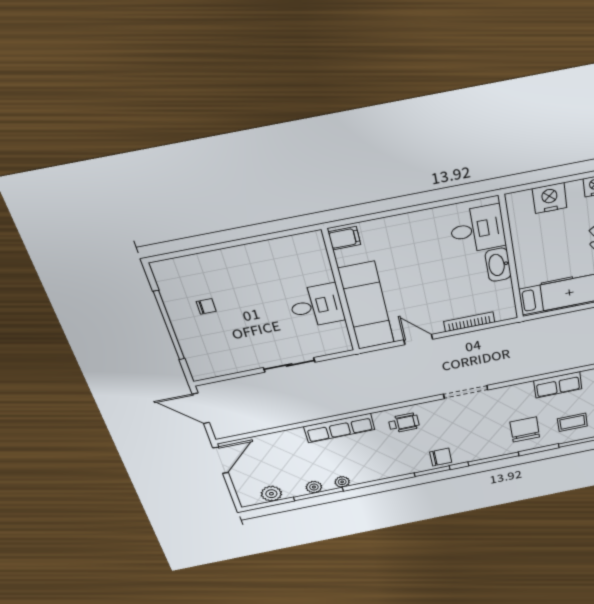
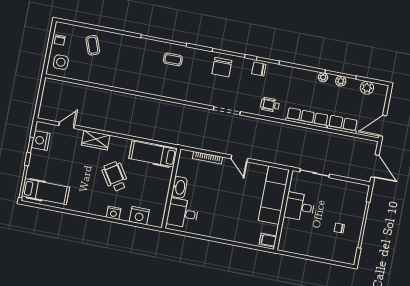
filing cabinet: (344, 238) -> (268, 240), moved
wall: (341, 291) -> (283, 210), moved
desk: (317, 306) -> (299, 207), moved
exam couch: (366, 306) -> (274, 195), moved
row of seats: (558, 385) -> (343, 124), moved
chair: (525, 429) -> (222, 67), moved

